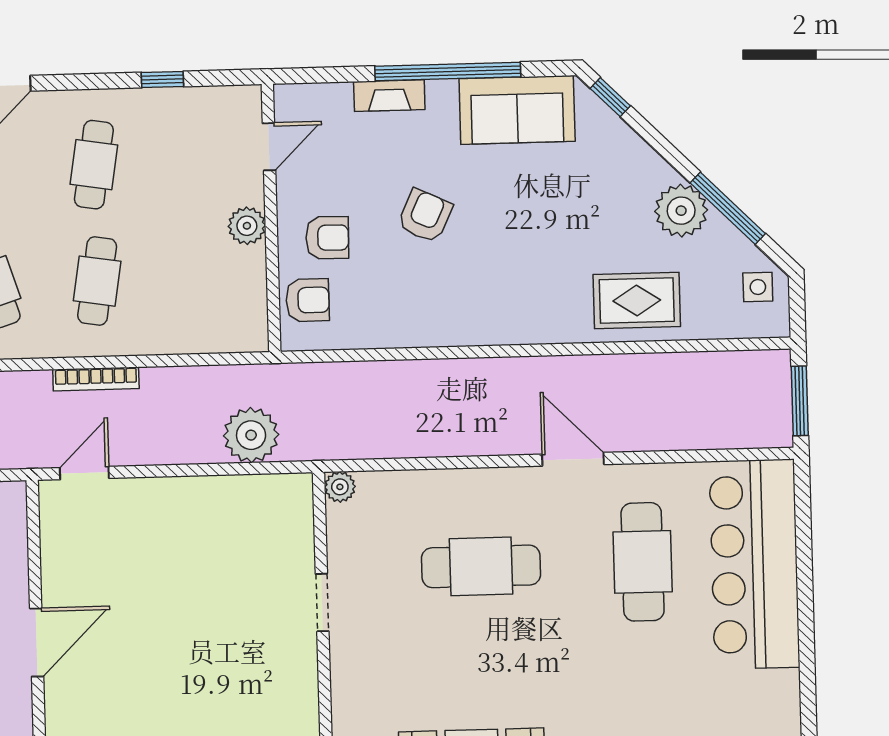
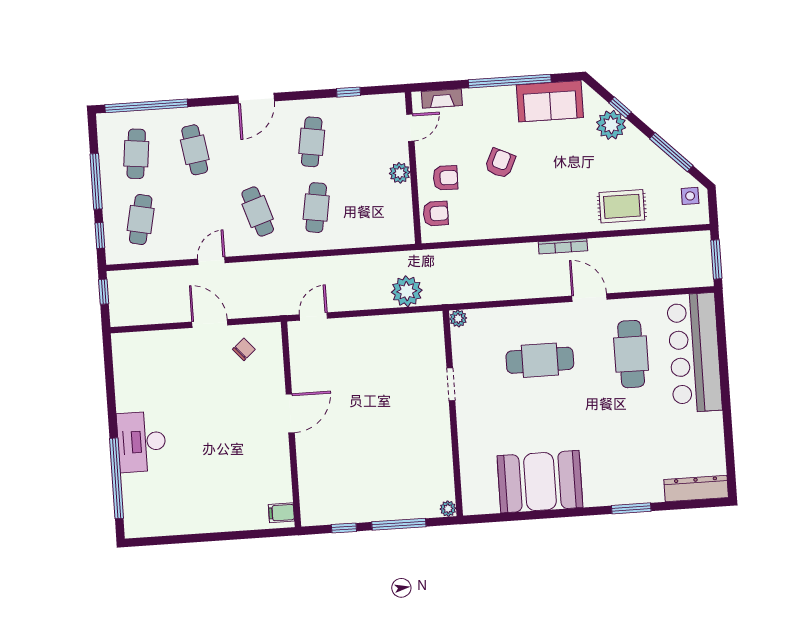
fireplace: (389, 96) -> (442, 98), moved
window: (610, 97) -> (620, 107), moved
plant: (681, 211) -> (611, 125), moved
bookcase: (96, 379) -> (563, 246), moved

